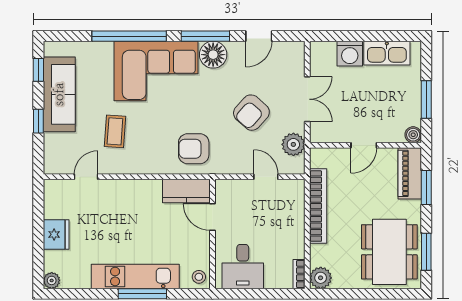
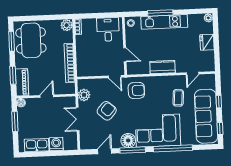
sofa: (59, 94) -> (206, 116), width x1.36, depth x1.27
door: (266, 177) -> (115, 77), moved
kitchen counter: (186, 191) -> (162, 67), moved

